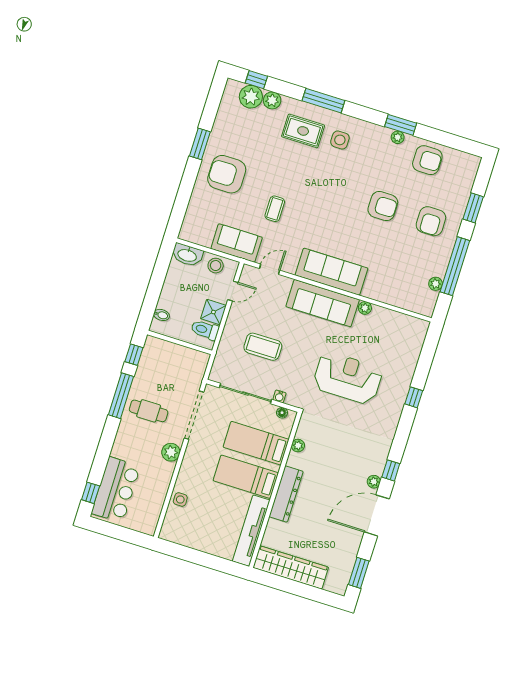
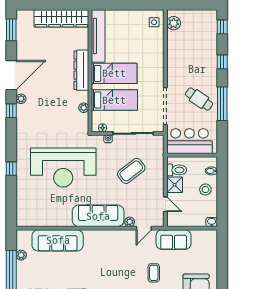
washbasin: (187, 255) -> (212, 222), width x0.52, depth x0.69
stool: (216, 266) -> (205, 190), moved
sofa: (332, 272) -> (58, 240), moved
door: (233, 291) -> (165, 204), swing flipped
plant: (365, 308) -> (130, 222), moved
coffee table: (263, 347) -> (131, 171), turned -38
window: (134, 355) -> (222, 62), moved
reception desk: (348, 378) -> (63, 168), width x1.36, depth x1.30
cafe table: (149, 411) -> (199, 99), turned 35
plant: (171, 452) -> (174, 23), moved
bar counter: (116, 490) -> (189, 141), moved, turned 90
side table: (180, 500) -> (154, 22), moved

